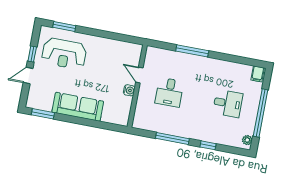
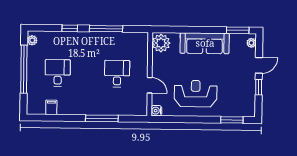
reception desk: (64, 54) -> (196, 94), moved
filing cabinet: (258, 74) -> (51, 107), moved
water cooler: (129, 90) -> (156, 111), moved
plant: (32, 99) -> (251, 43), added
desk: (228, 103) -> (58, 73), turned 90
plant: (121, 115) -> (161, 43), added

